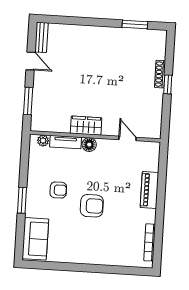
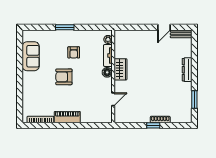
dresser: (92, 32) -> (187, 70), added
window: (28, 101) -> (135, 27), removed
piano: (149, 190) -> (67, 117), moved
armchair: (92, 206) -> (64, 77), turned 90
sofa: (35, 239) -> (31, 56), moved, turned -90

